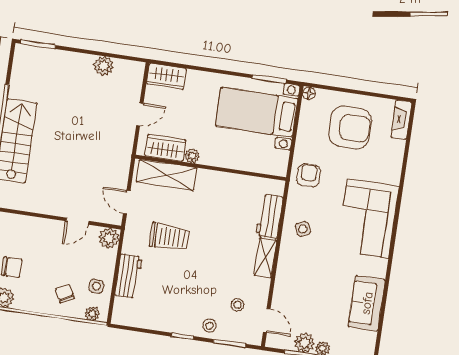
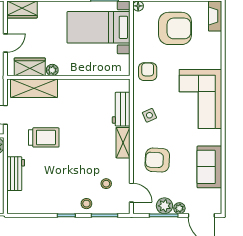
armchair: (304, 285) -> (157, 160), added

